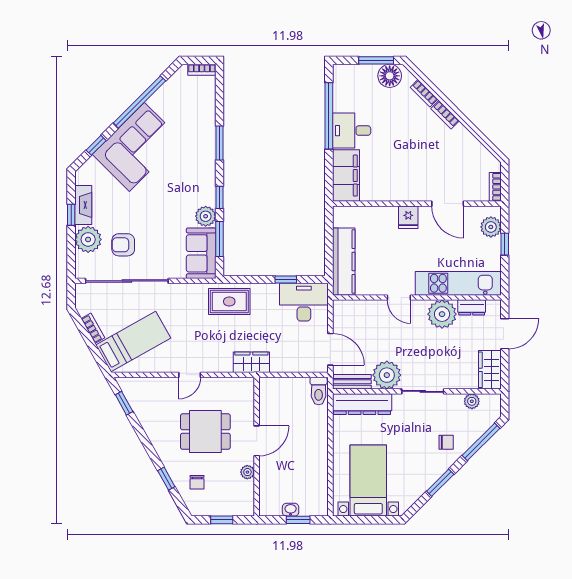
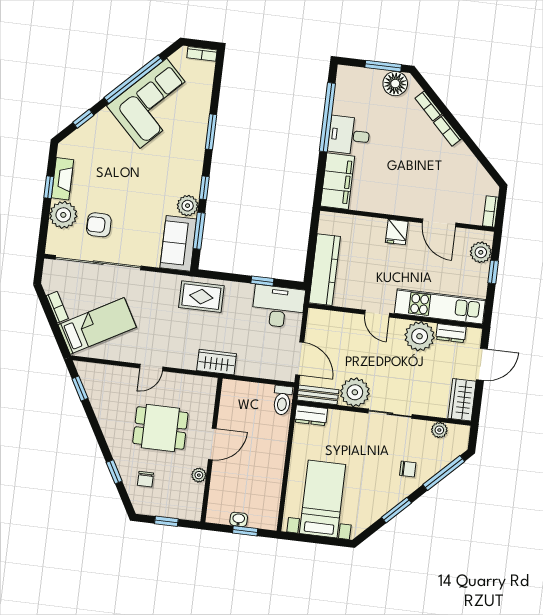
corner sofa: (137, 147) -> (153, 103), moved
dresser: (362, 404) -> (311, 415), width x0.51, depth x0.80

